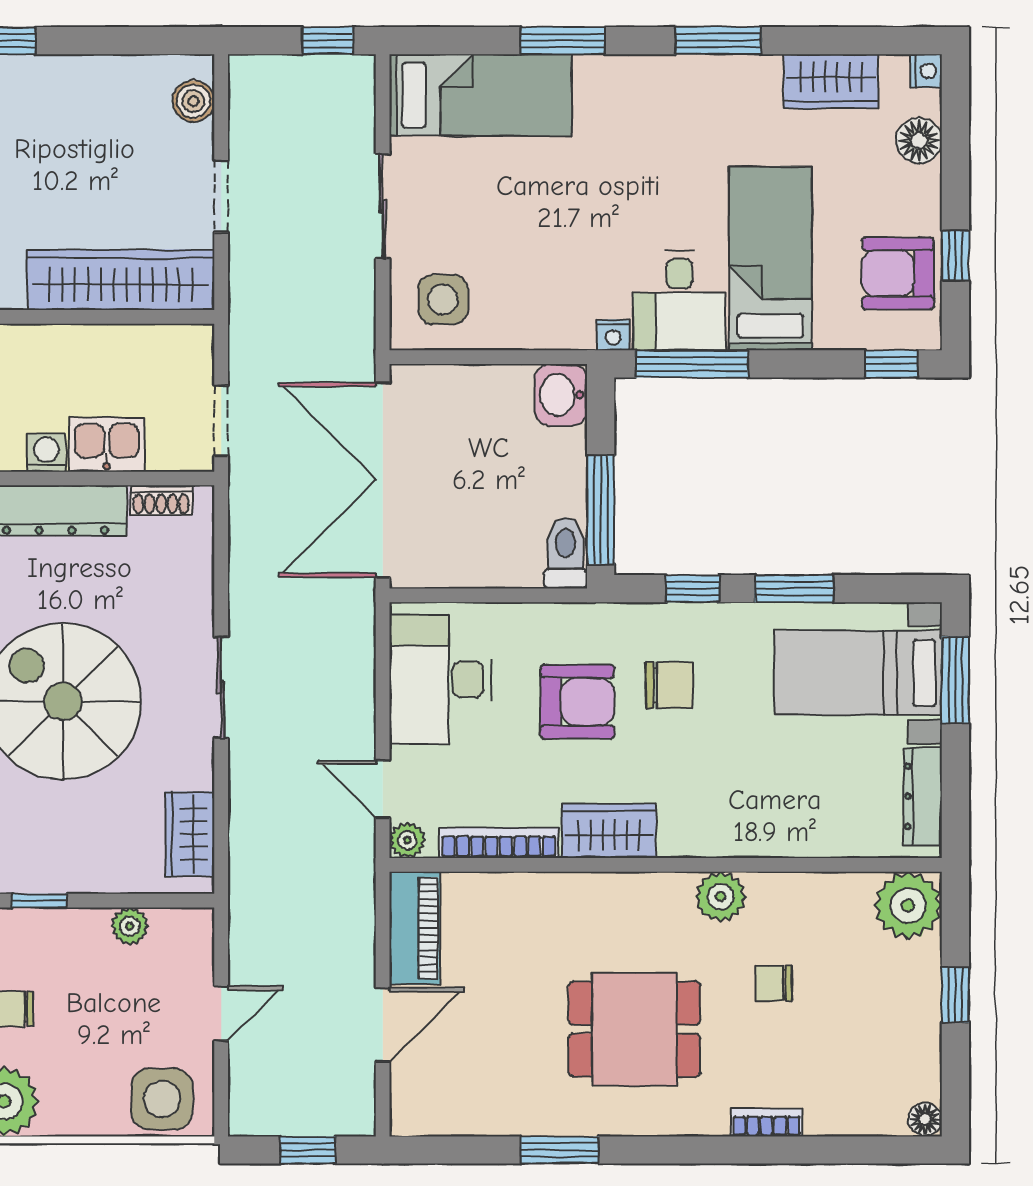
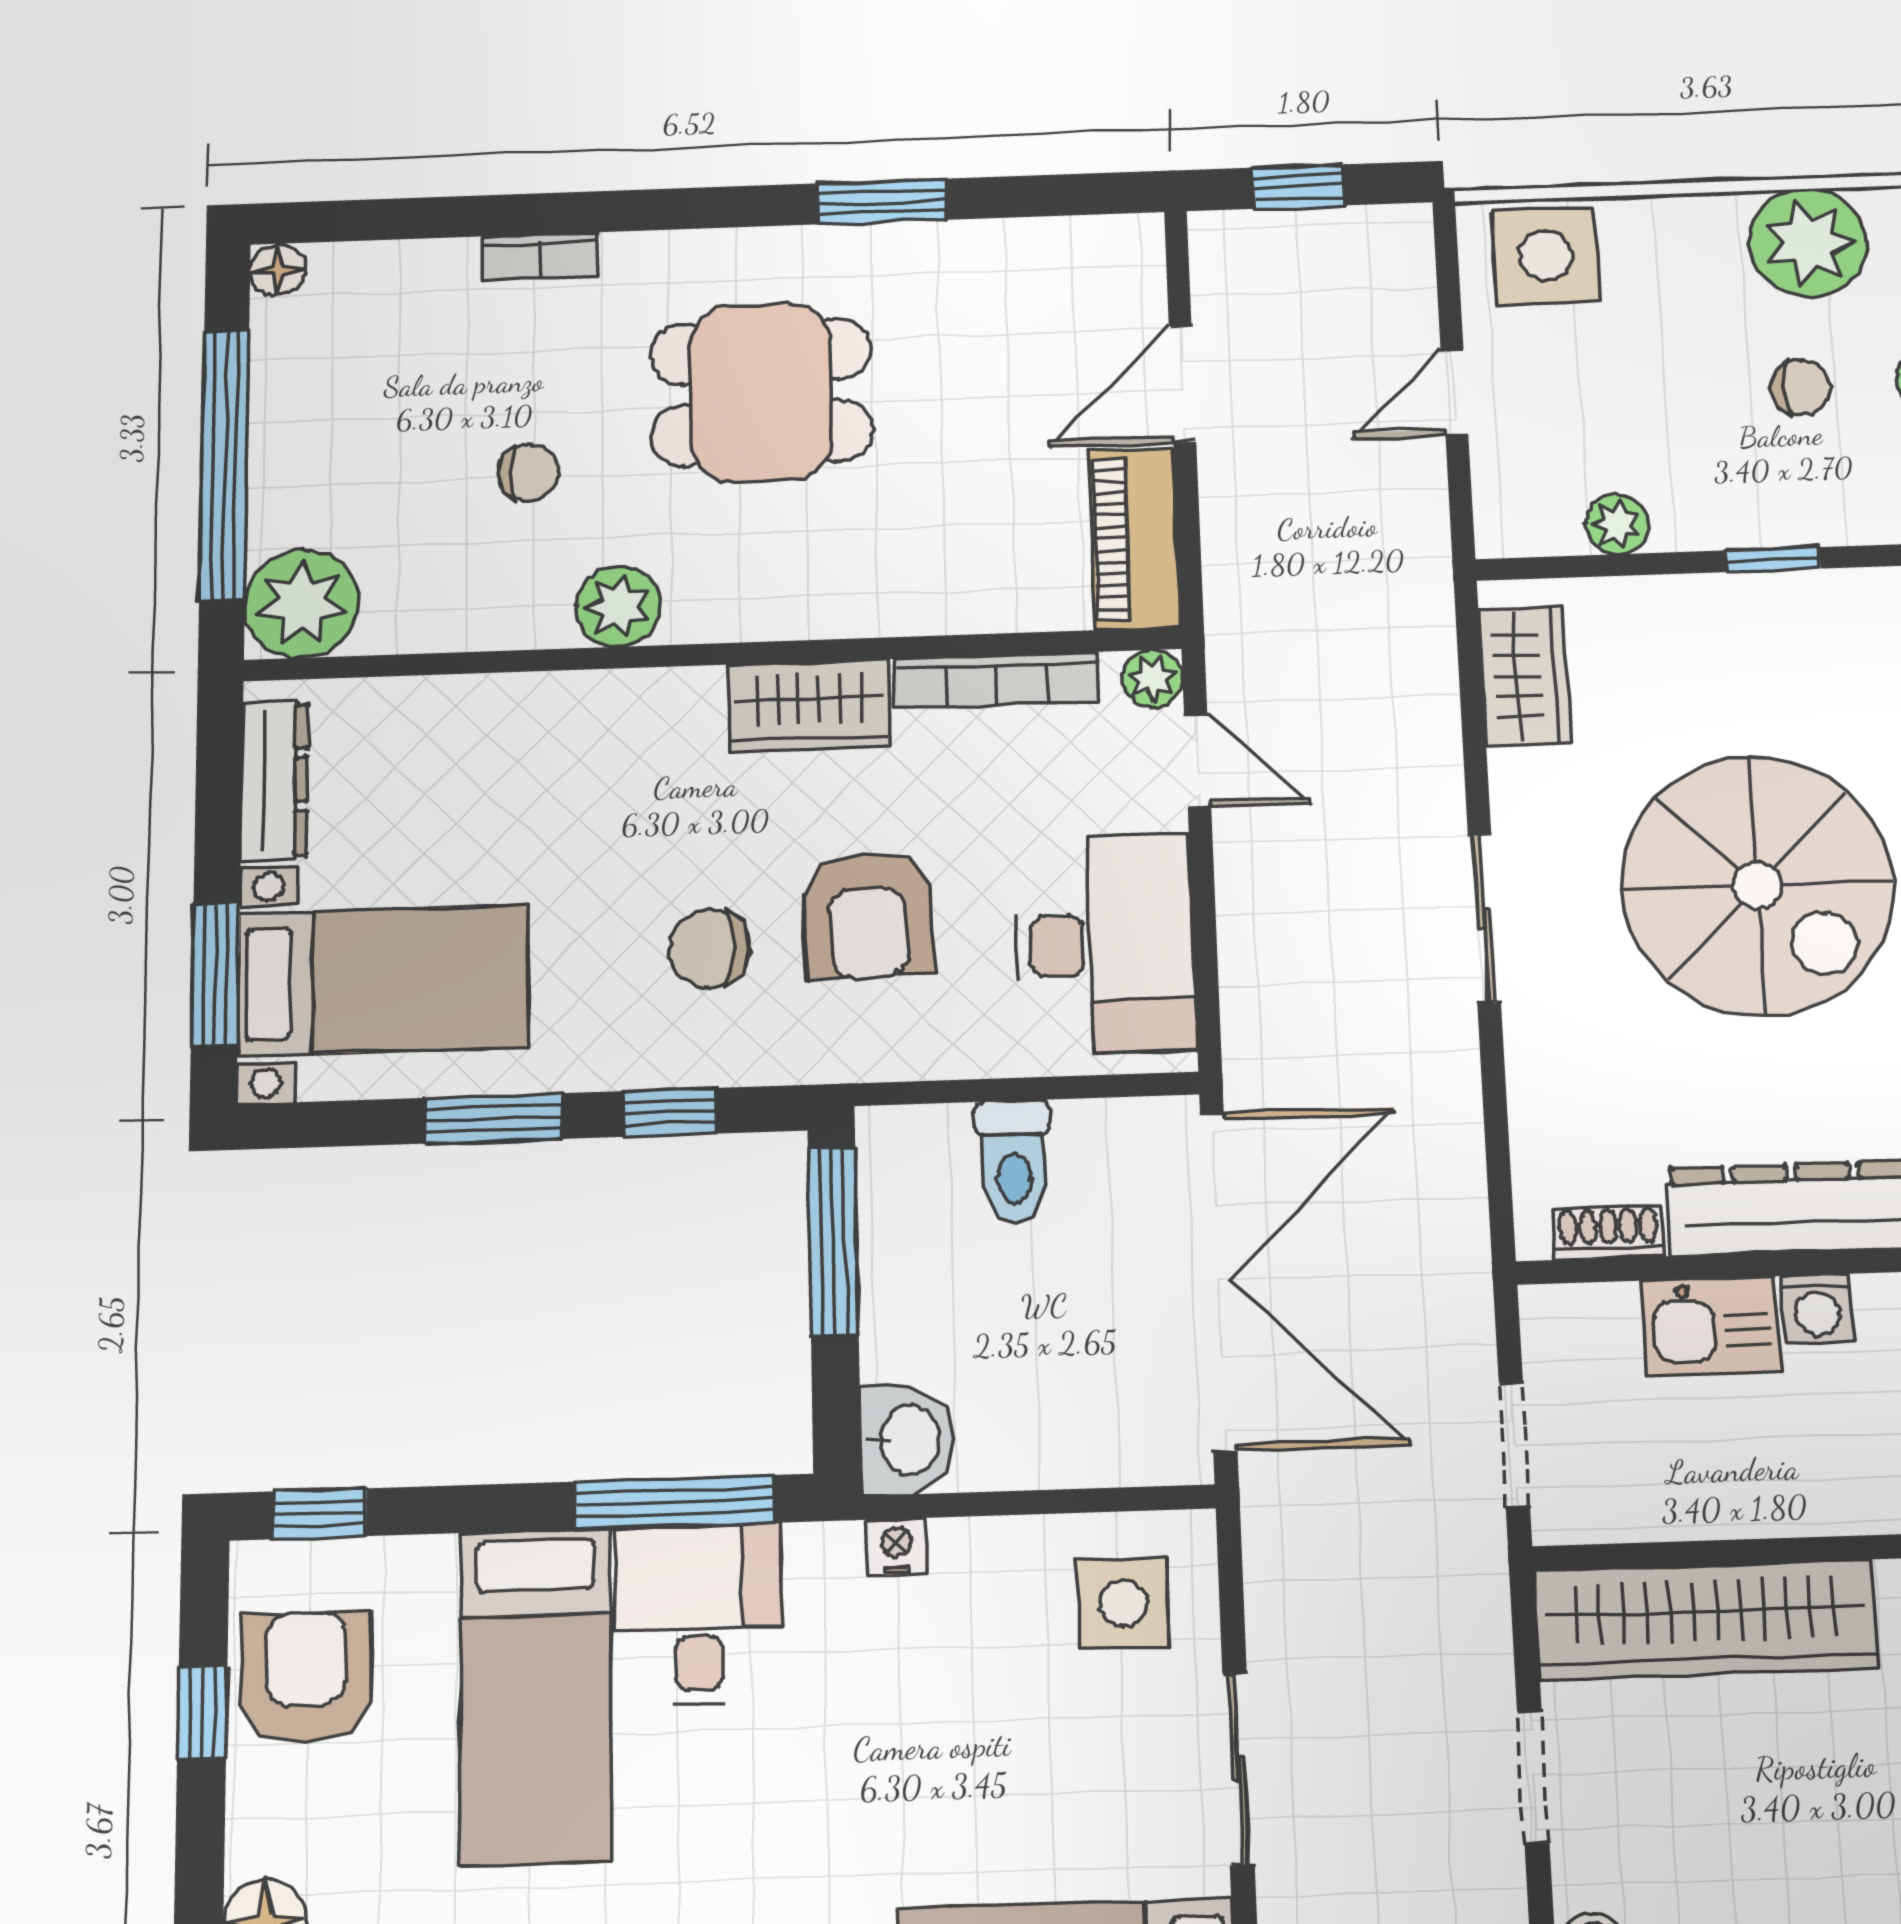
armchair: (898, 273) -> (306, 1677), turned -90
nightstand: (613, 335) -> (896, 1547), moved
doorway: (221, 421) -> (1514, 1445), moved
toilet: (565, 553) -> (1014, 1162), moved
armchair: (577, 702) -> (868, 916), turned -92
window: (955, 995) -> (224, 465), width x3.17

